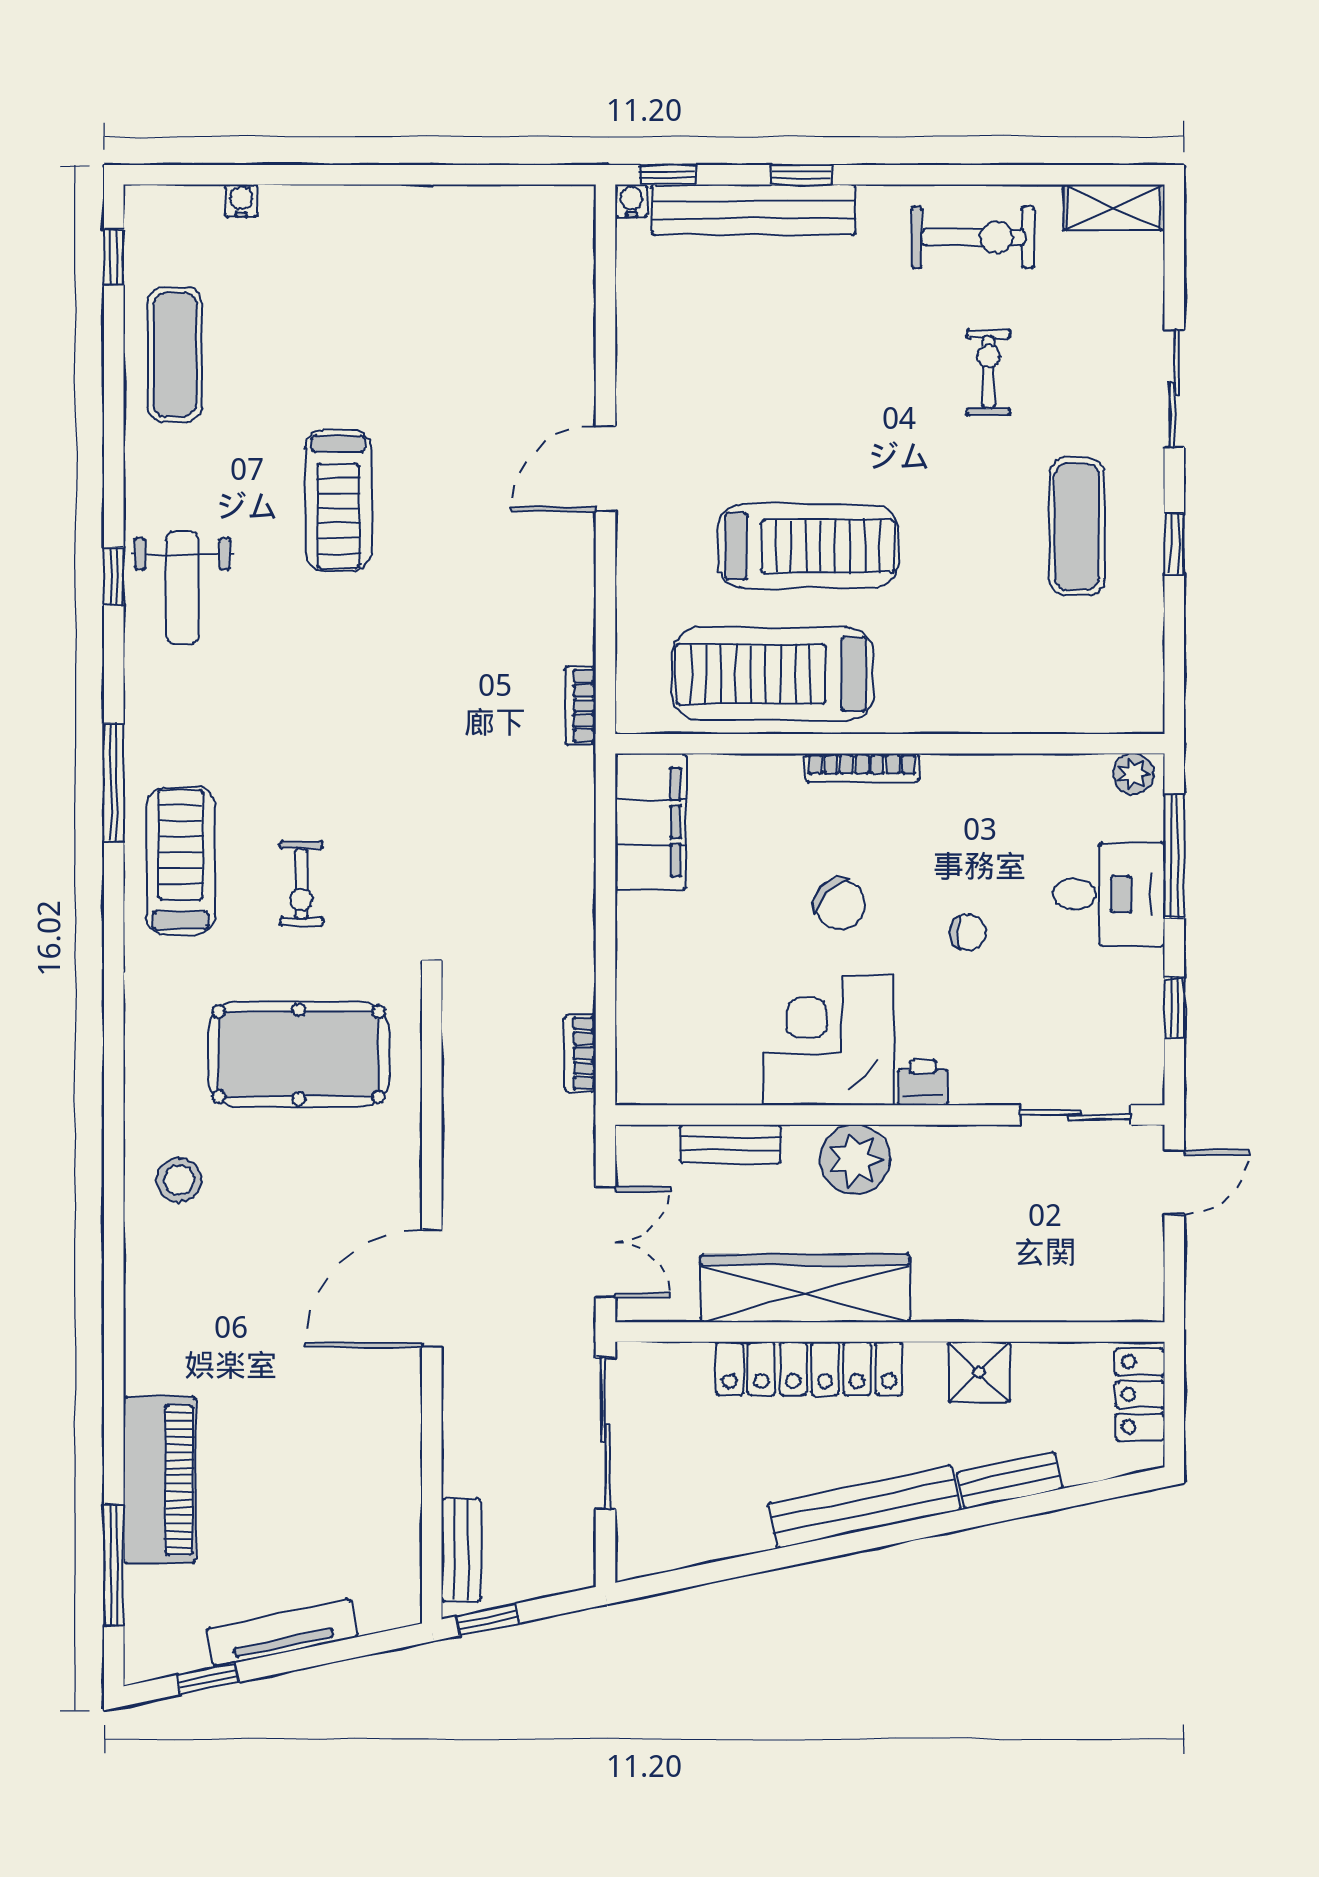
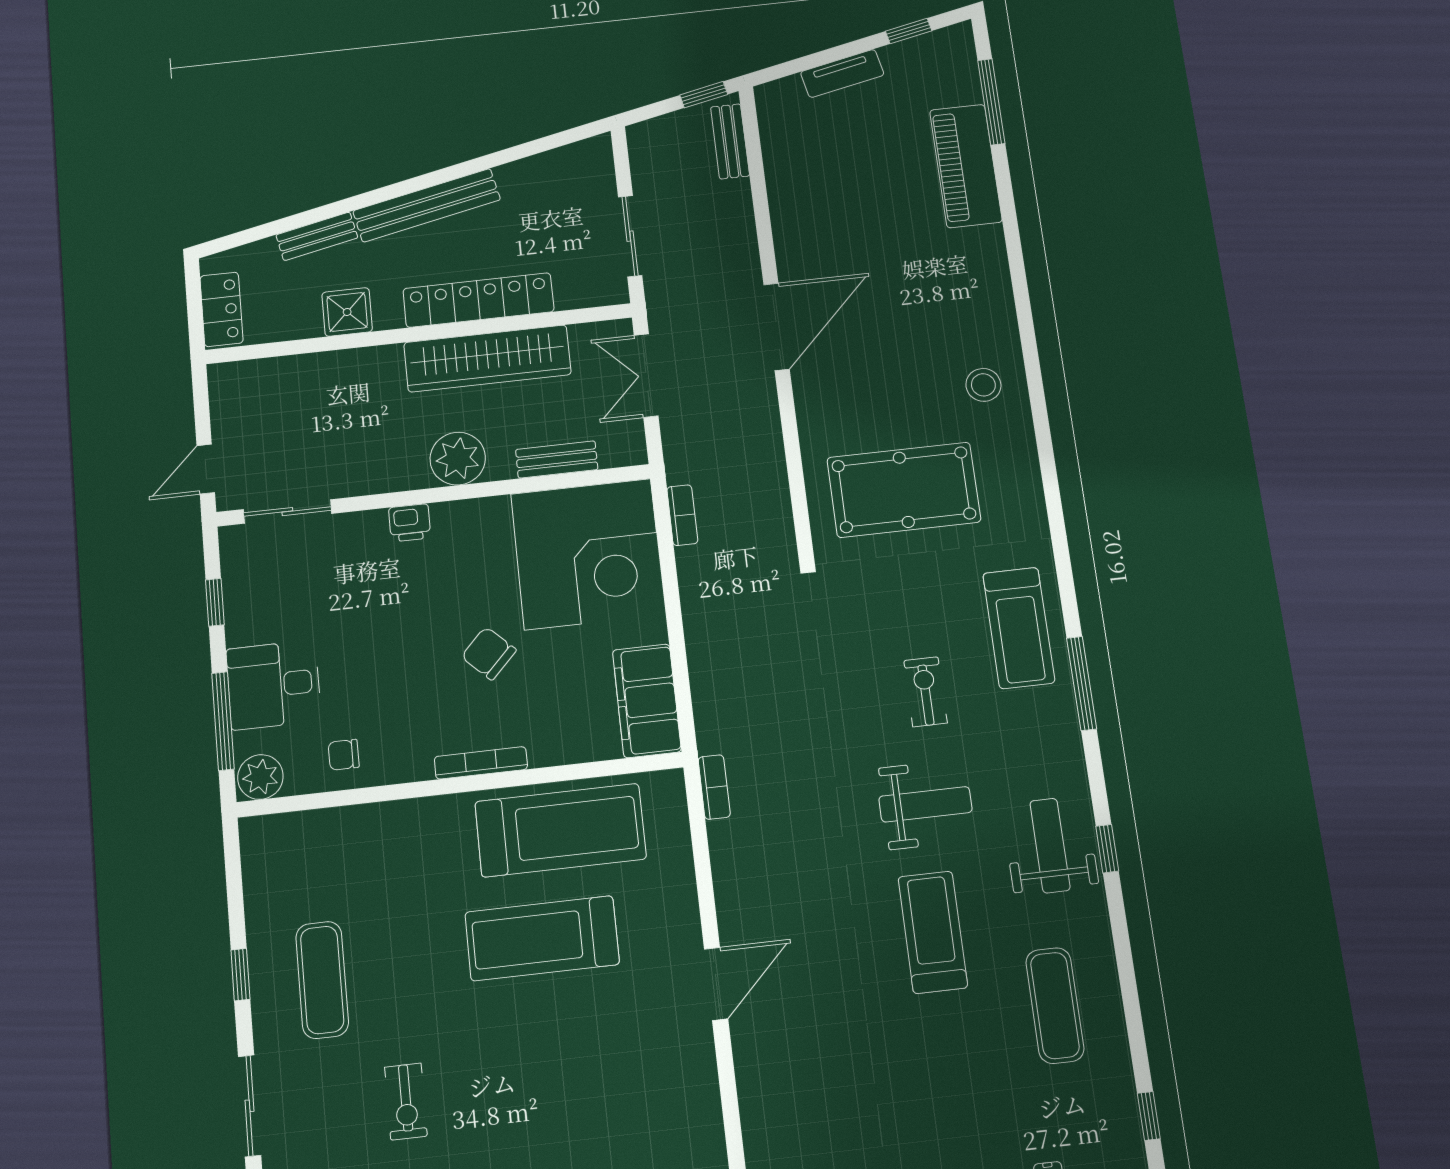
exercise mat: (175, 355) -> (1055, 1005), moved
weight bench: (326, 655) -> (925, 804), added
plant: (1133, 774) -> (260, 777), width x1.38, depth x1.38
exercise bike: (301, 884) -> (925, 692), moved
chair: (968, 932) -> (344, 755), moved
corner desk: (829, 1040) -> (588, 554), moved, width x1.36, depth x1.36
sliding door: (605, 1433) -> (630, 236), width x0.73
tv unit: (282, 1633) -> (842, 73), width x0.71

